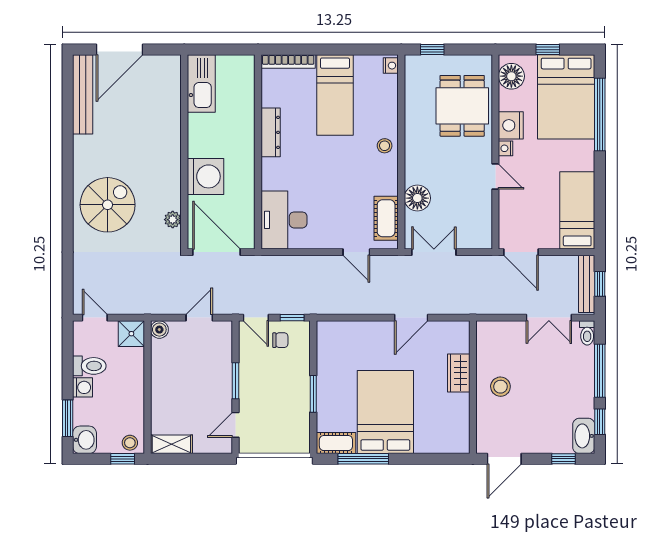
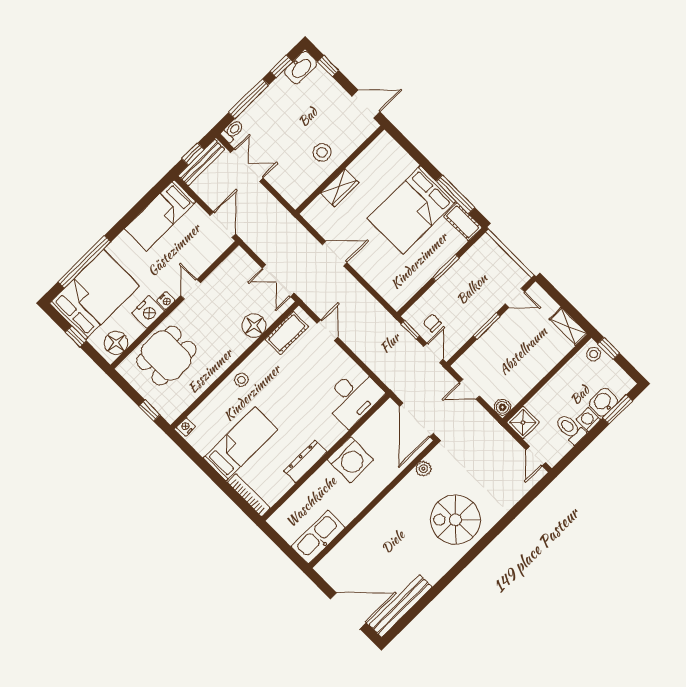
washing machine: (206, 176) -> (350, 460), moved, turned 180
washbasin: (84, 440) -> (603, 402), moved

